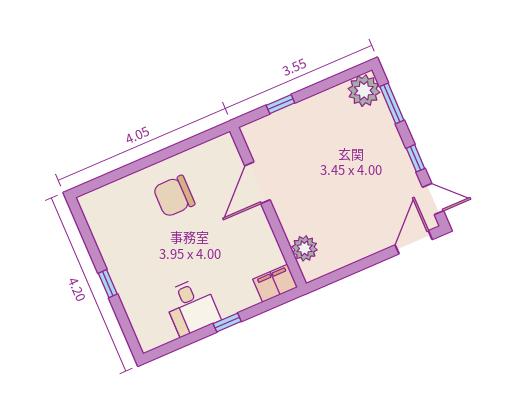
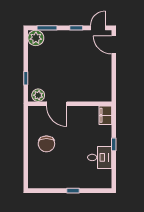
plant: (305, 248) -> (38, 95), moved

